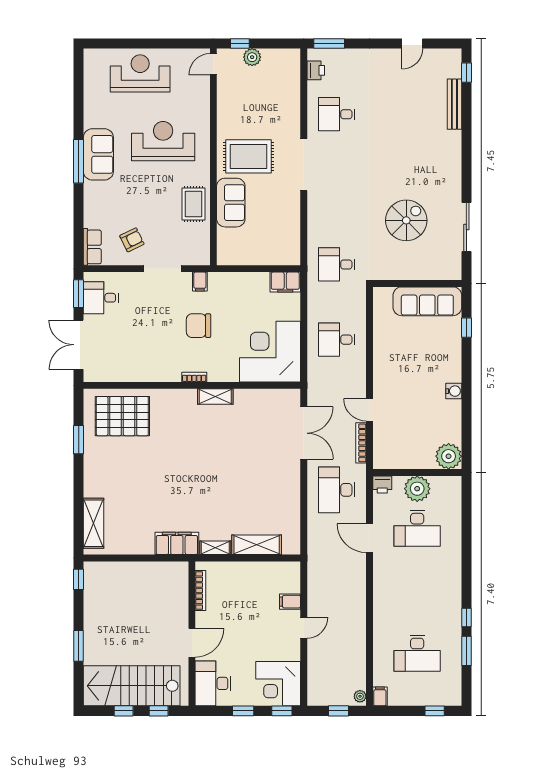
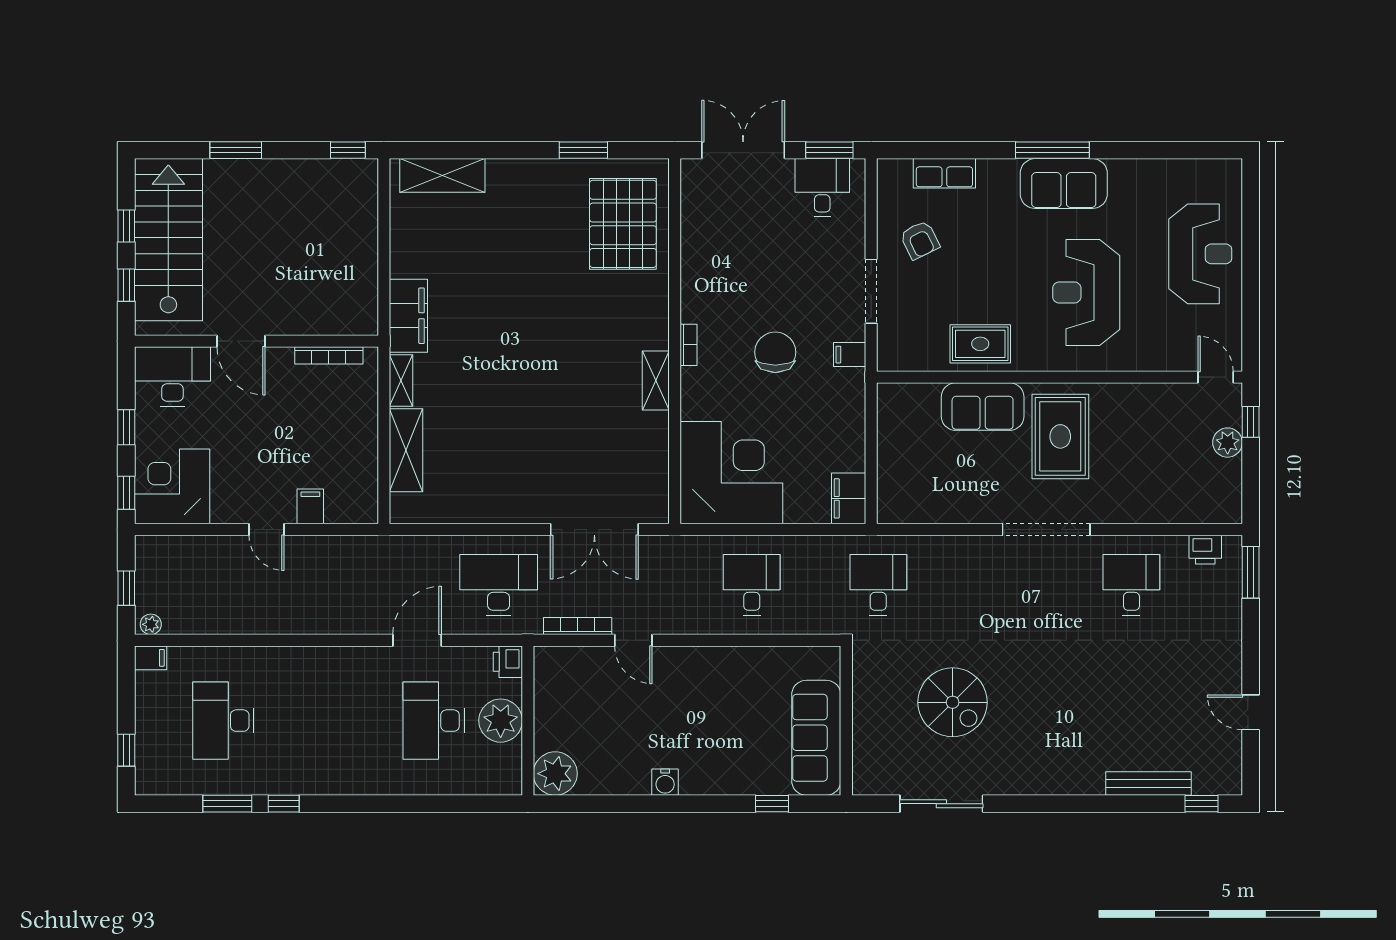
reception desk: (163, 141) -> (1086, 292), turned 180
row of seats: (92, 247) -> (944, 173), moved
door: (369, 410) -> (633, 640), swing flipped

